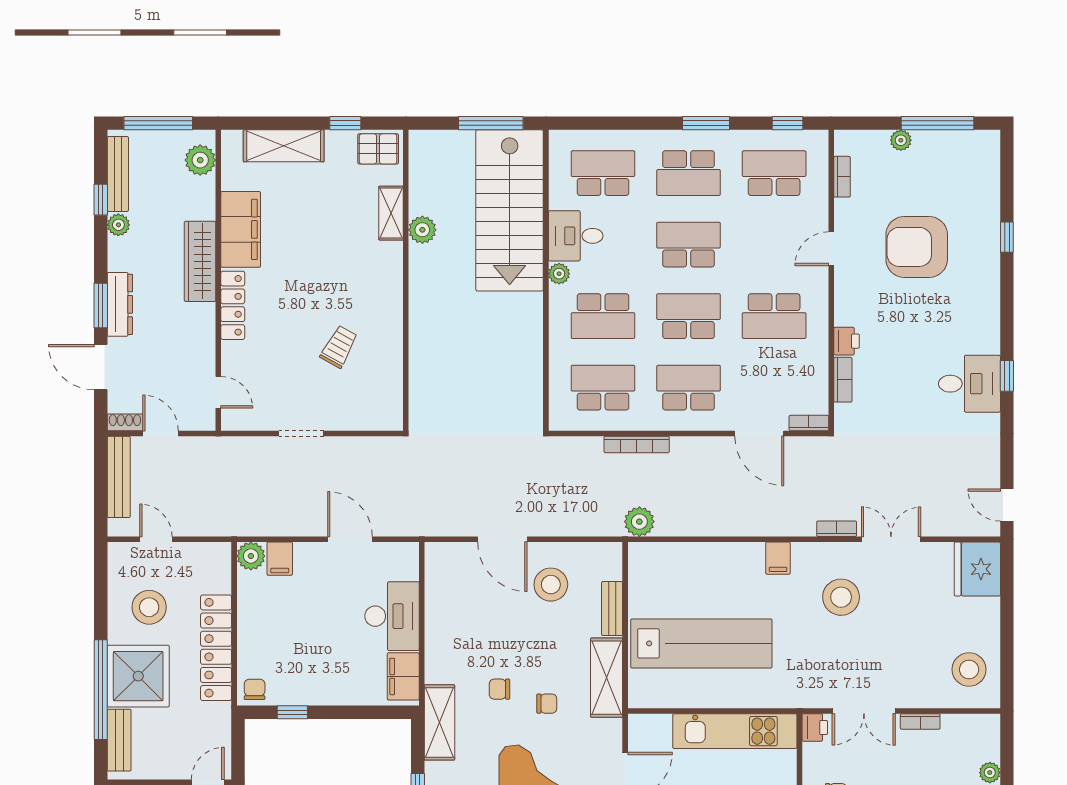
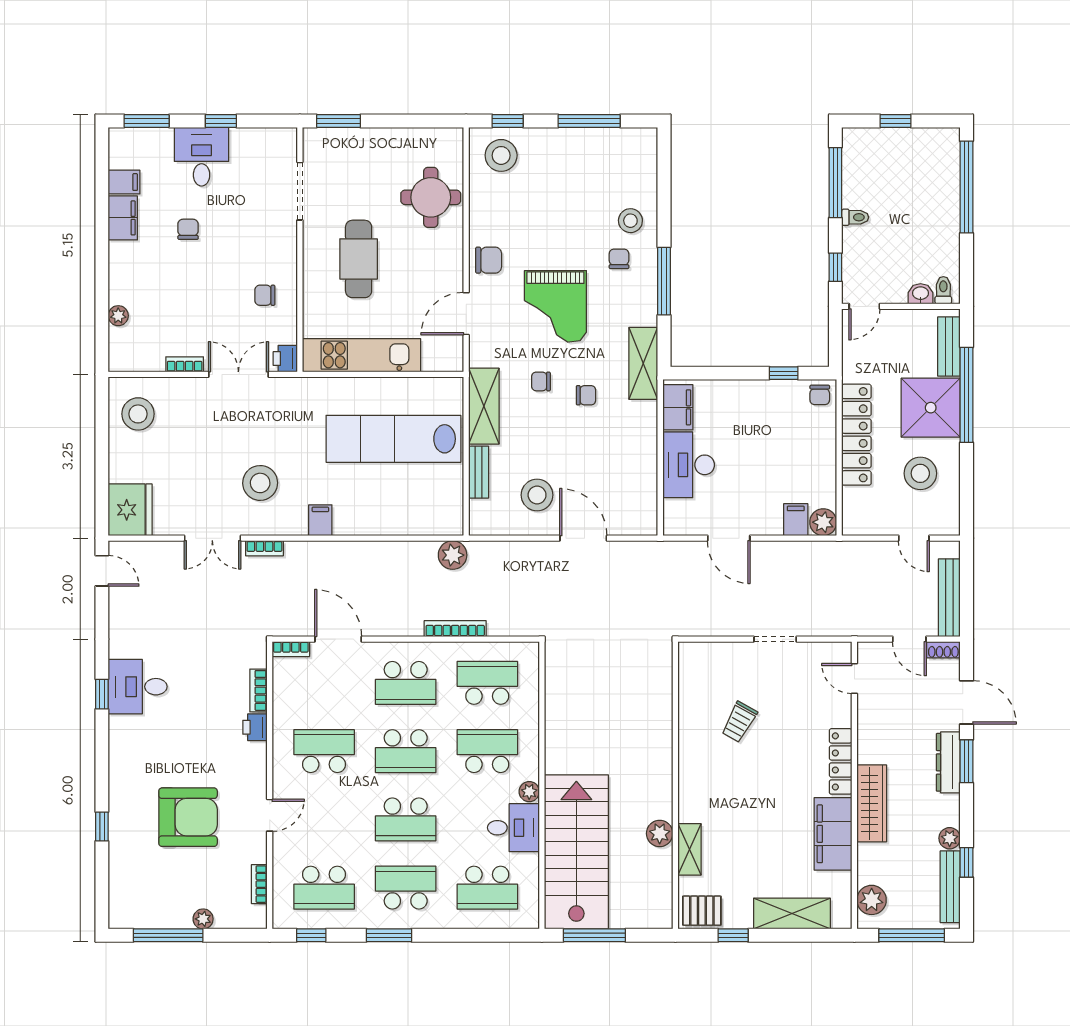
school desk: (603, 388) -> (487, 683), turned 180

